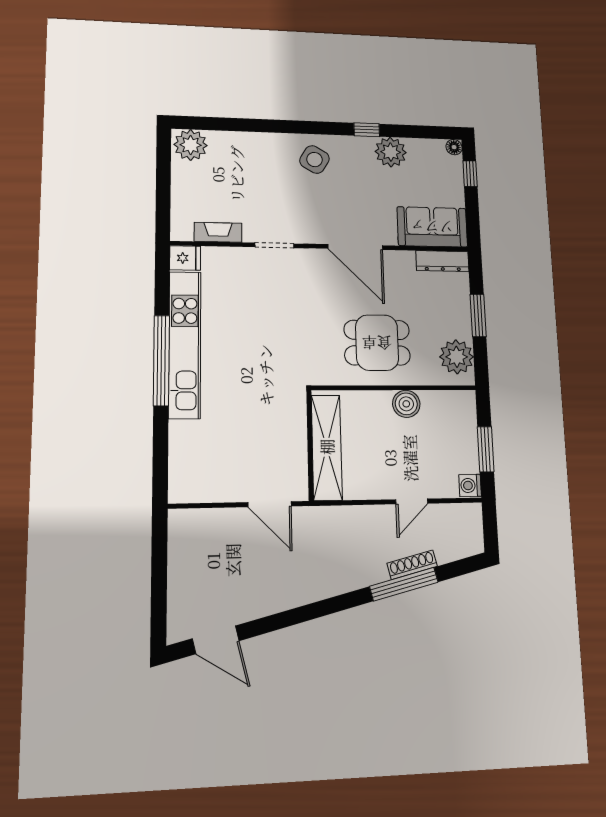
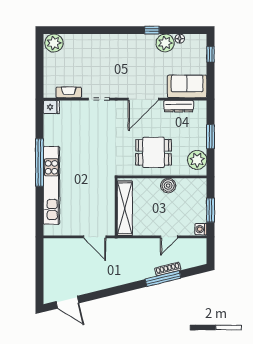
floor lamp: (454, 147) -> (180, 39), moved
side table: (314, 160) -> (122, 49), removed
door: (355, 247) -> (143, 99), hinge flipped
dresser: (442, 261) -> (179, 106), moved
kitchen unit: (185, 344) -> (51, 185), moved

